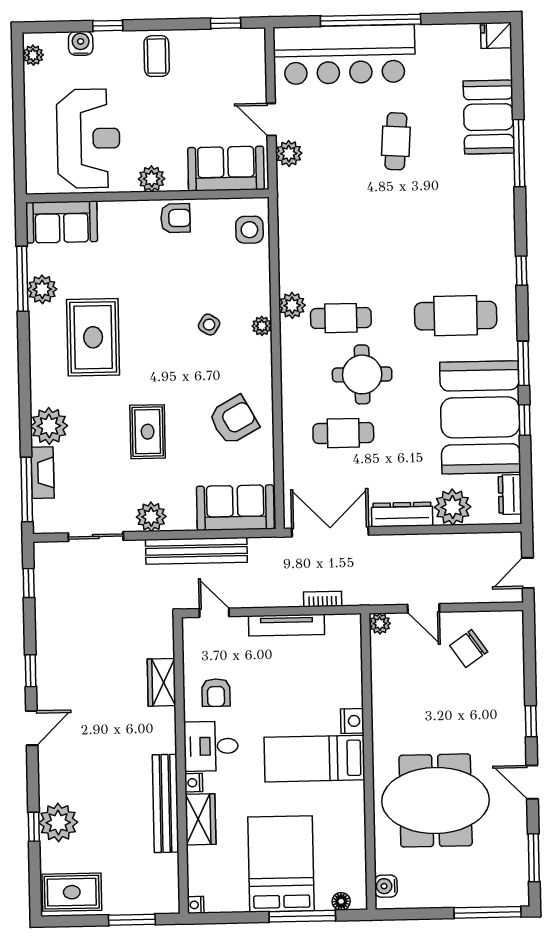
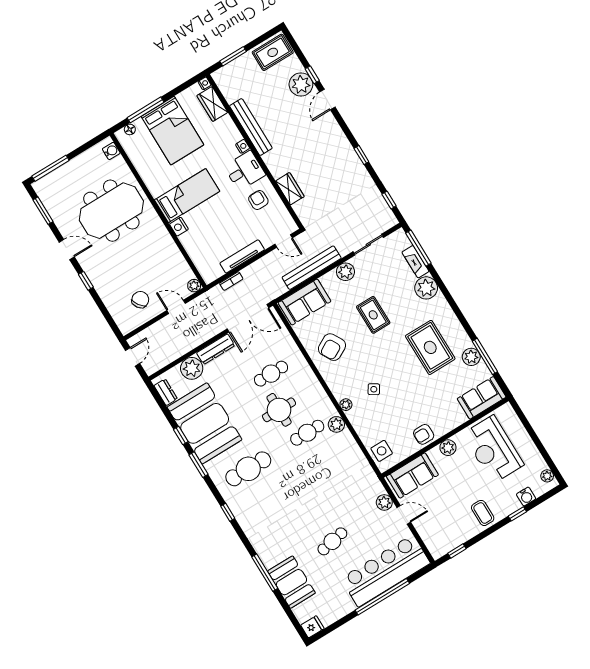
cafe table: (396, 141) -> (332, 541), turned 75
door: (32, 728) -> (327, 100), moved
wardrobe: (200, 819) -> (212, 104), moved

